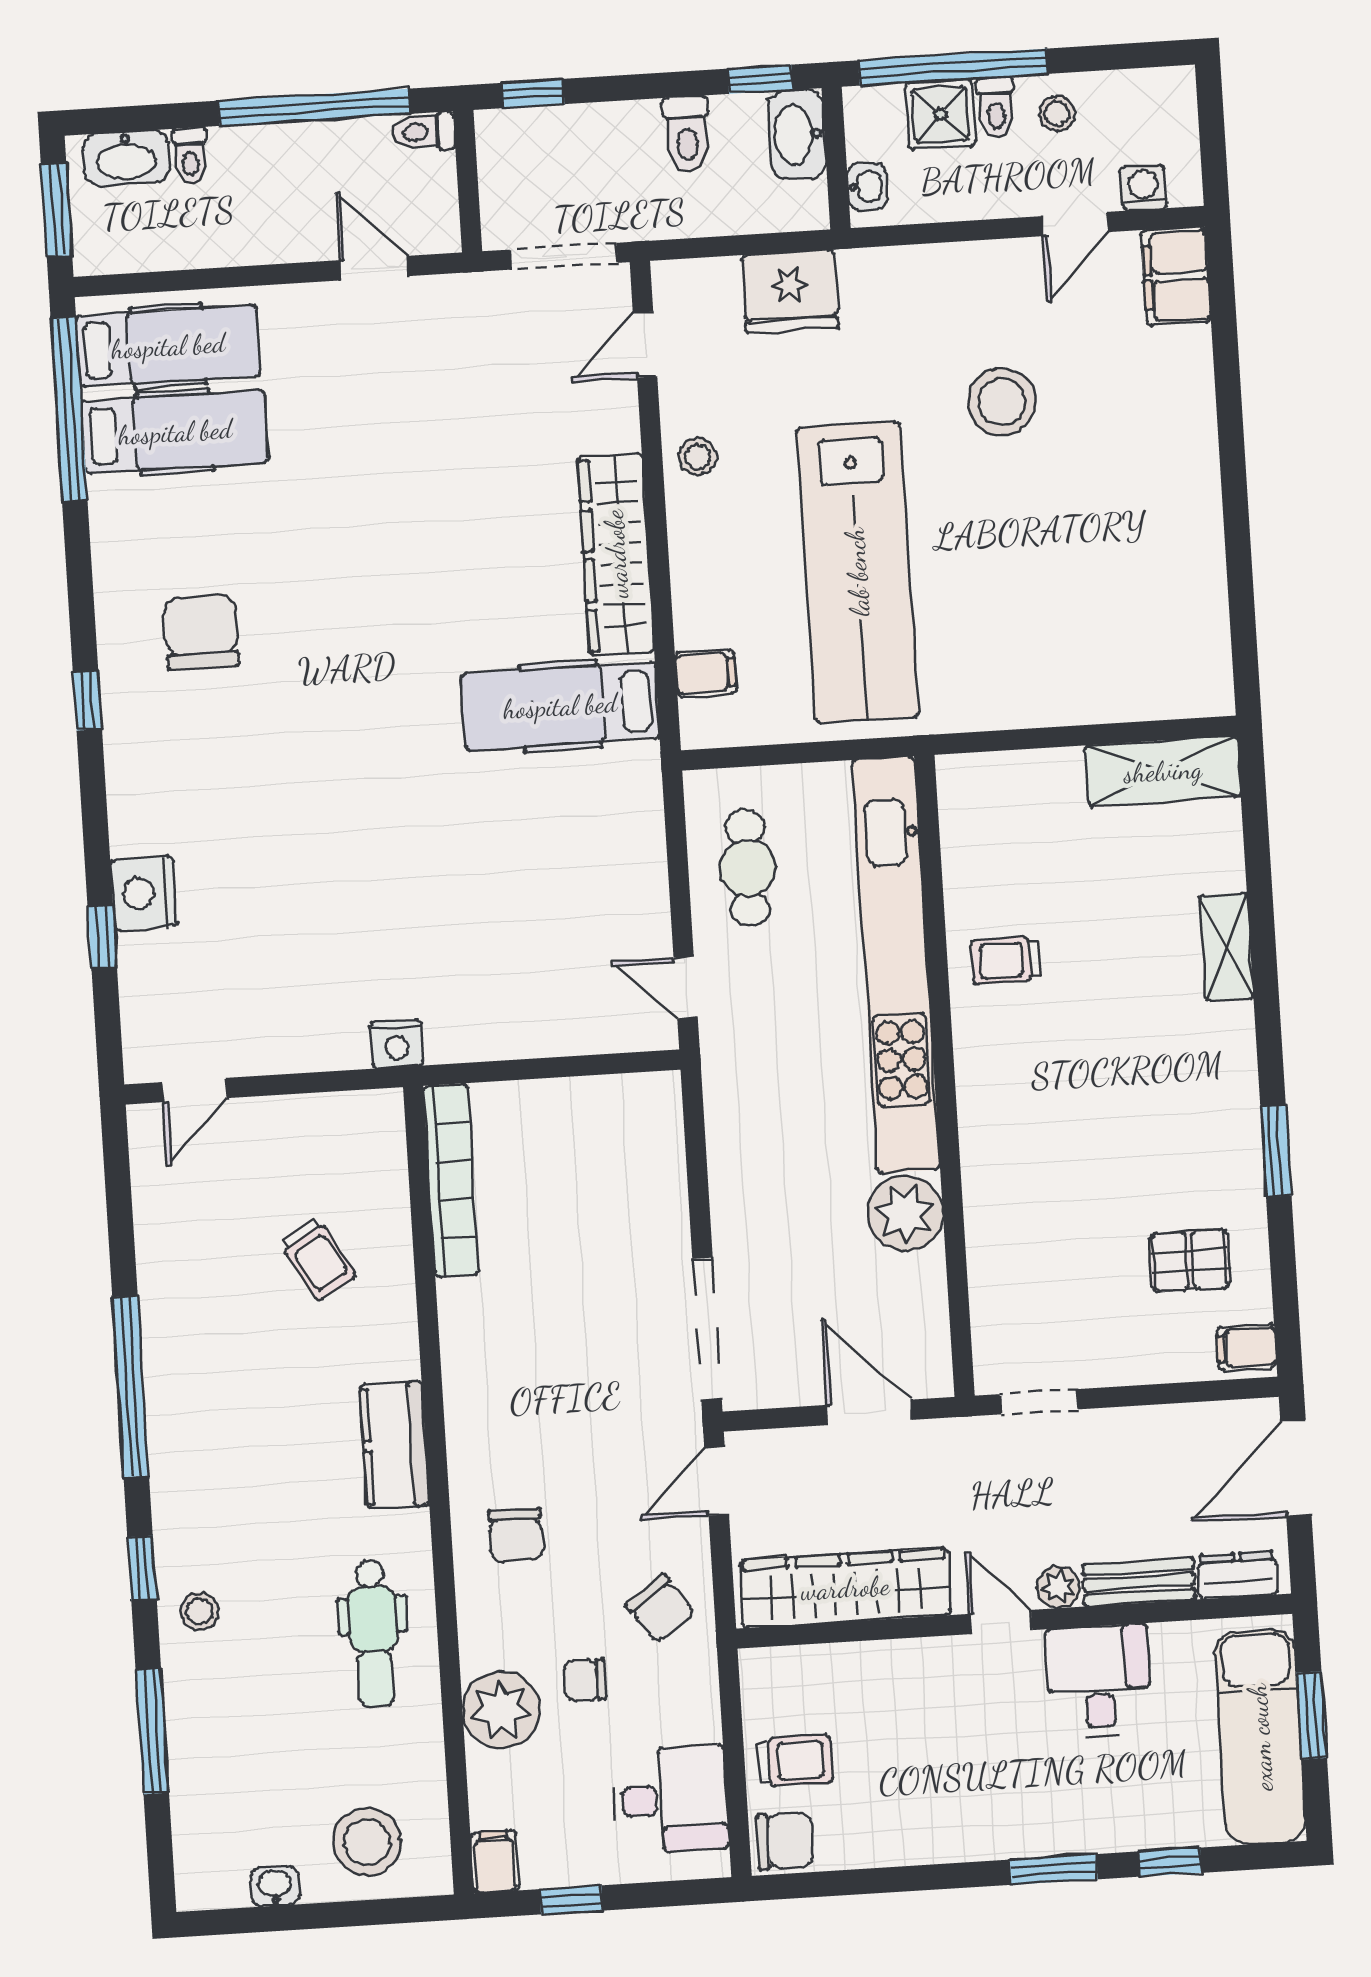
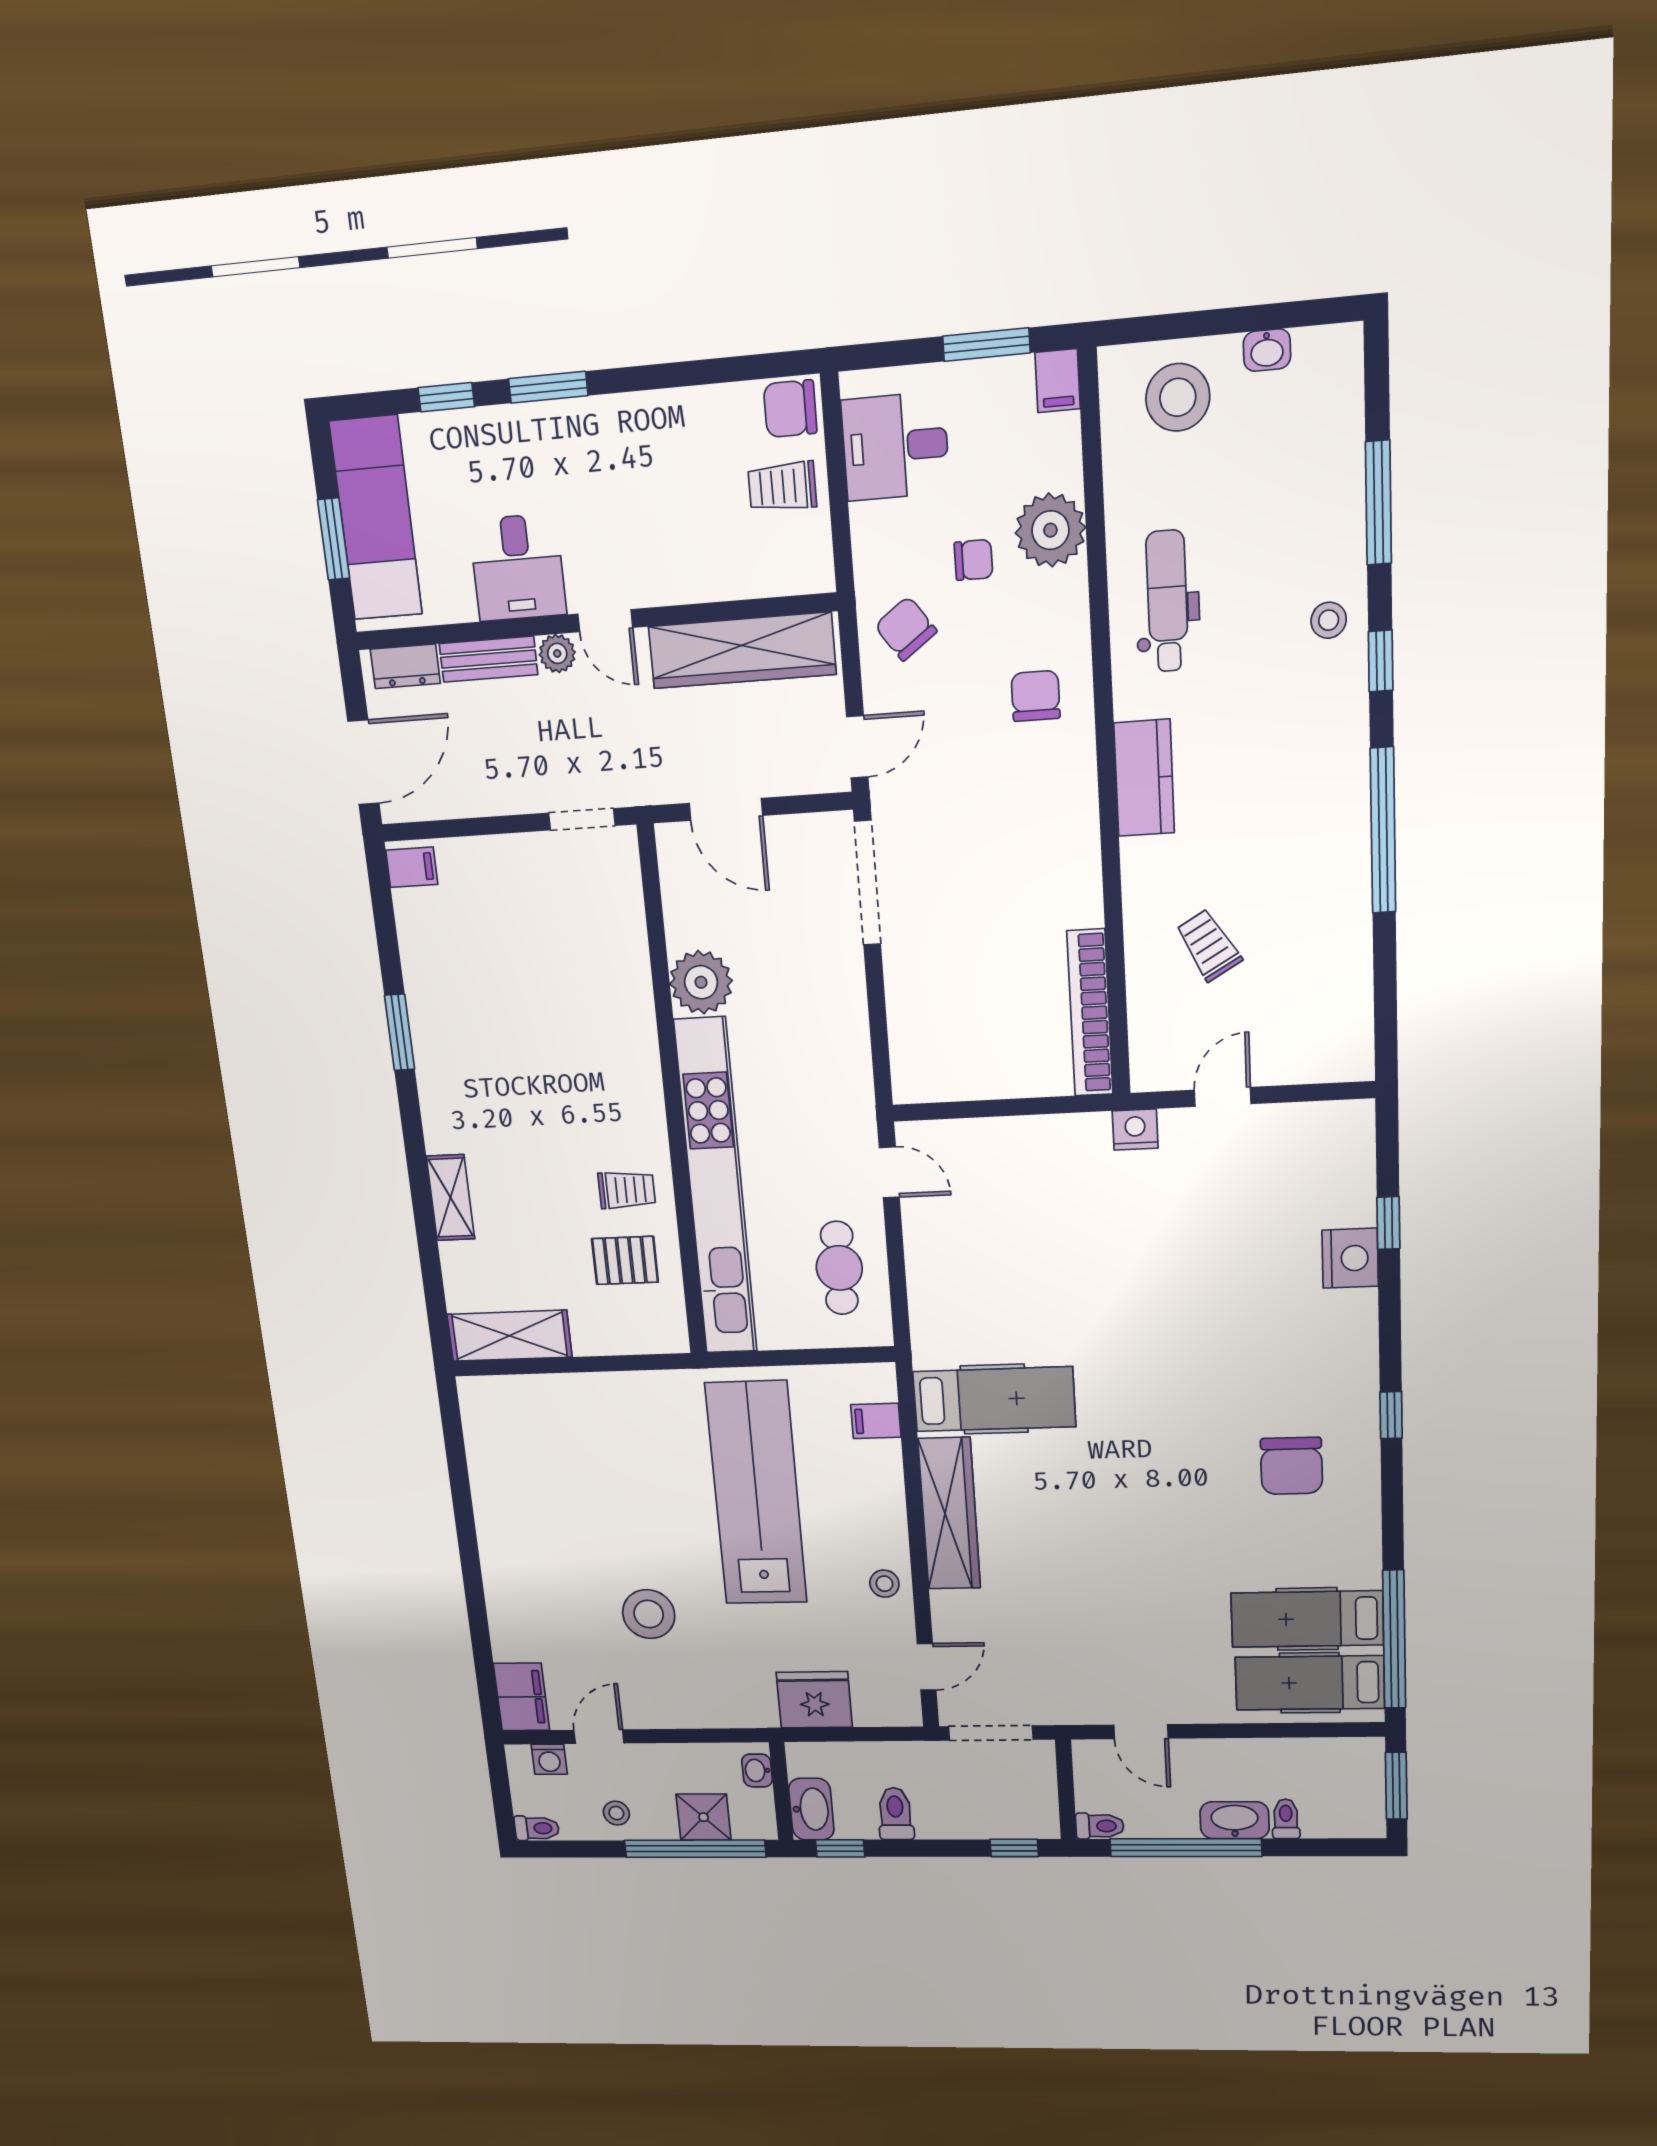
toilet: (996, 107) -> (537, 1828), moved, turned 90
washbasin: (126, 158) -> (1235, 1820), moved
door: (194, 1090) -> (1223, 1097), moved
pallet: (1190, 1261) -> (625, 1260), moved
window: (571, 1900) -> (986, 344), width x1.50

